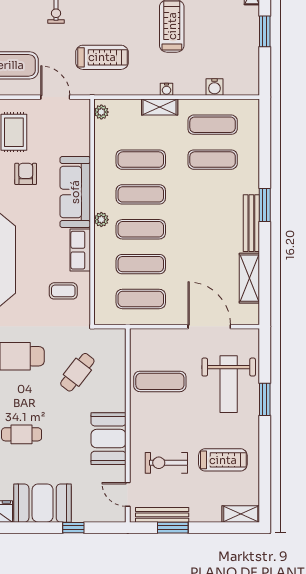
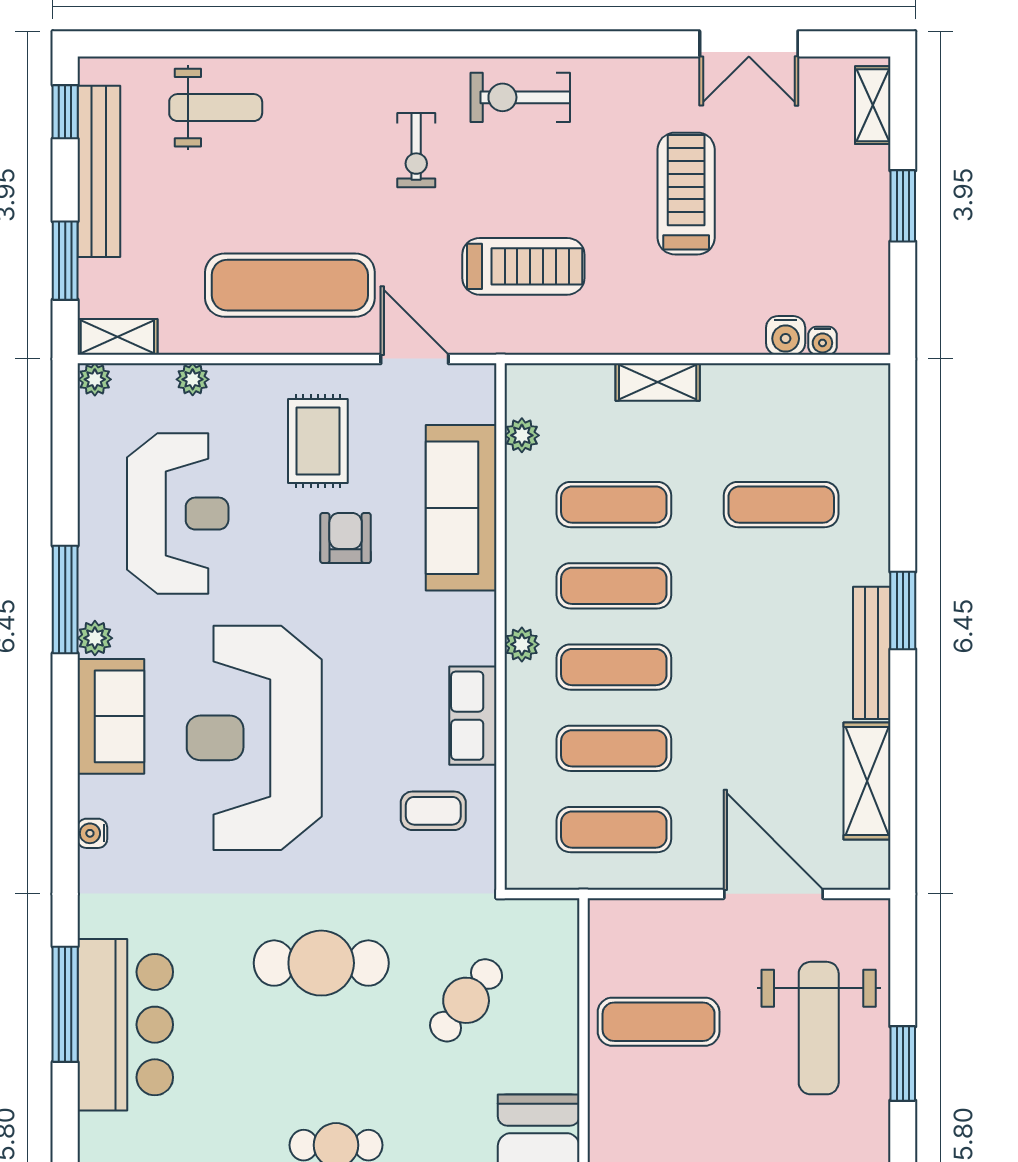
water cooler: (166, 89) -> (822, 341), moved
plant: (101, 112) -> (522, 435), moved
exercise mat: (213, 125) -> (781, 423), removed
sofa: (75, 192) -> (461, 508), moved

